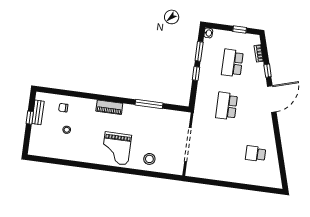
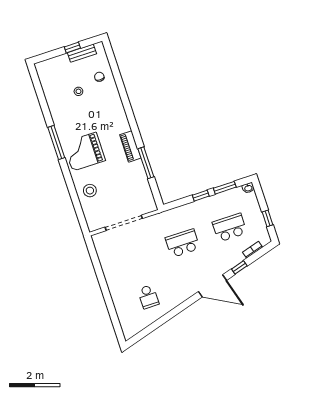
piano: (109, 107) -> (130, 146), moved
school desk: (256, 154) -> (148, 297), turned 180
window: (99, 167) -> (56, 142), added

